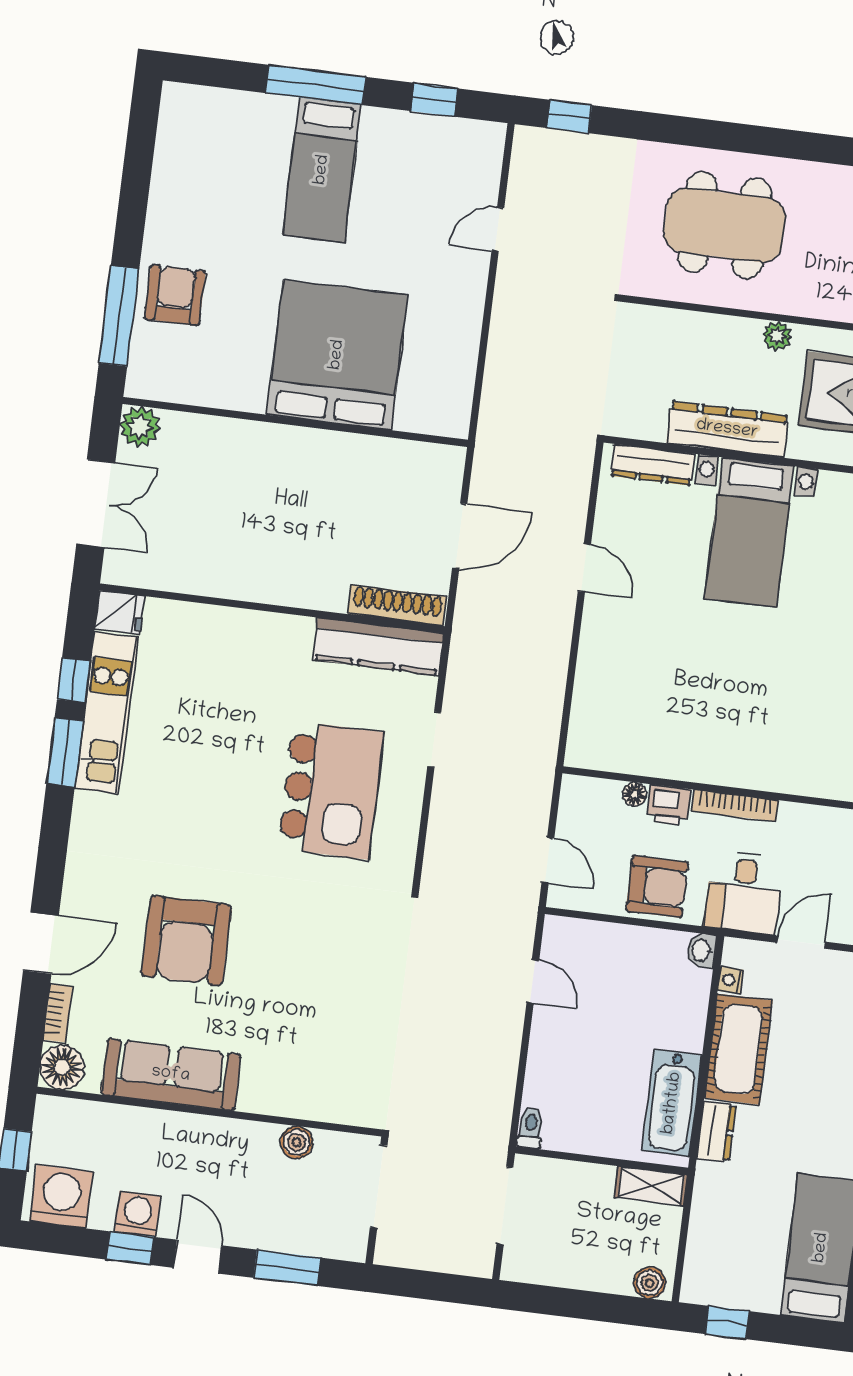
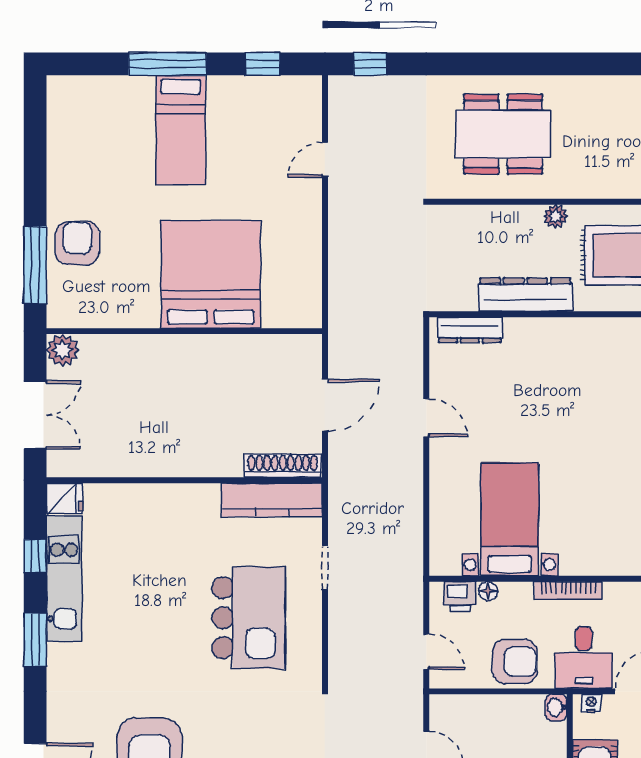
bed with nightstands: (749, 532) -> (510, 519), moved, turned 180
window: (65, 752) -> (35, 640), moved
printer: (669, 805) -> (460, 596), moved
nightstand: (730, 980) -> (591, 703), moved, turned 90

